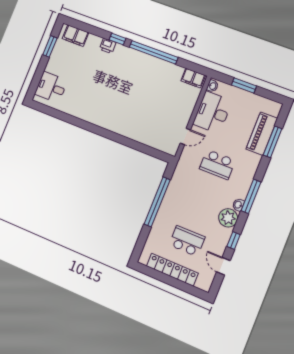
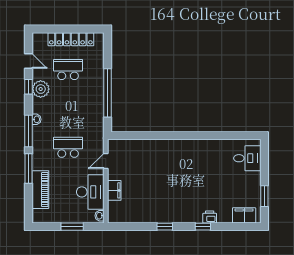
window: (154, 52) -> (165, 227), width x0.32
filing cabinet: (193, 78) -> (114, 190), moved, turned 90
window: (273, 142) -> (29, 168), moved
plant: (228, 218) -> (41, 89), moved
school desk: (187, 241) -> (68, 70), turned 180

